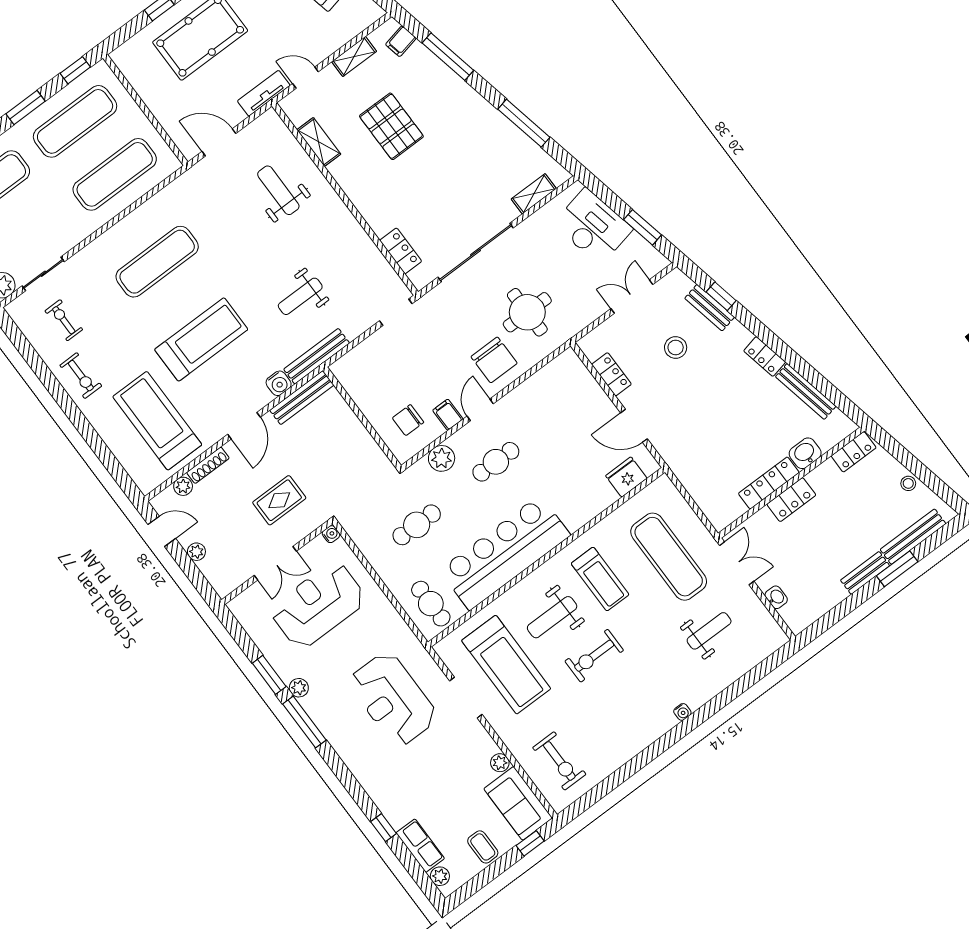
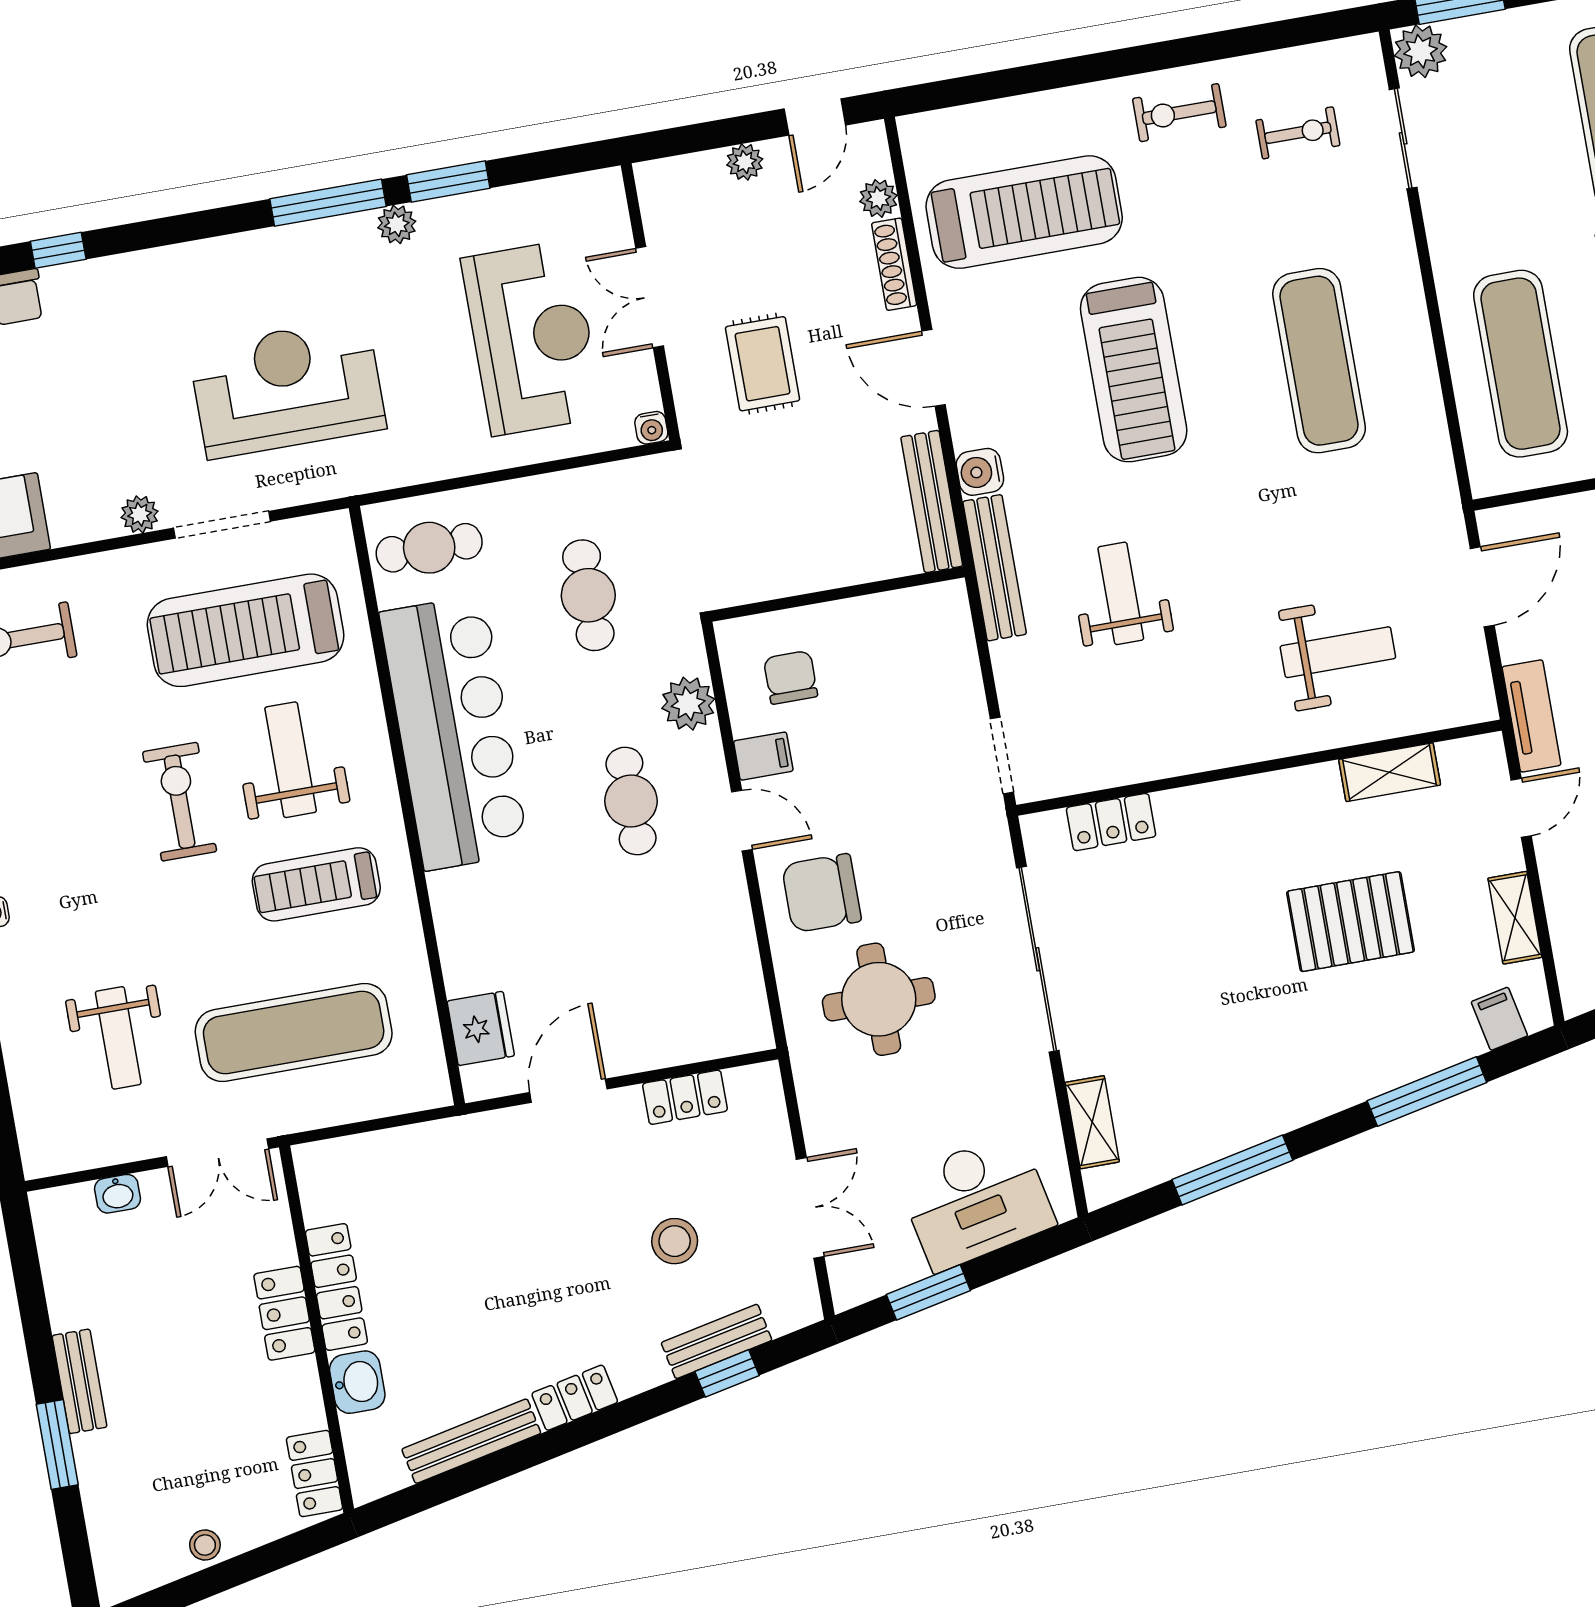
bench: (913, 537) -> (102, 1504), removed
plant: (500, 763) -> (140, 514), moved

